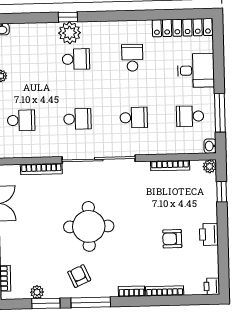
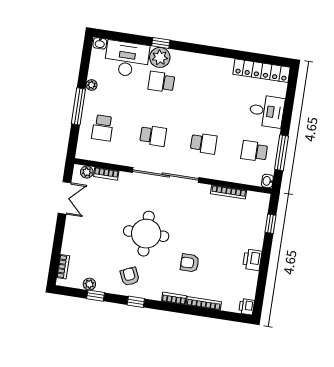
desk: (34, 41) -> (127, 59), added
school desk: (132, 58) -> (212, 90), removed
school desk: (76, 59) -> (161, 82), turned 180
school desk: (21, 120) -> (103, 128), turned 90
plant: (210, 166) -> (87, 172), moved
bookcase: (41, 169) -> (106, 174), width x0.64
armchair: (172, 239) -> (190, 263), moved
window: (91, 302) -> (136, 302), width x0.46
window: (46, 303) -> (96, 296), width x0.67

